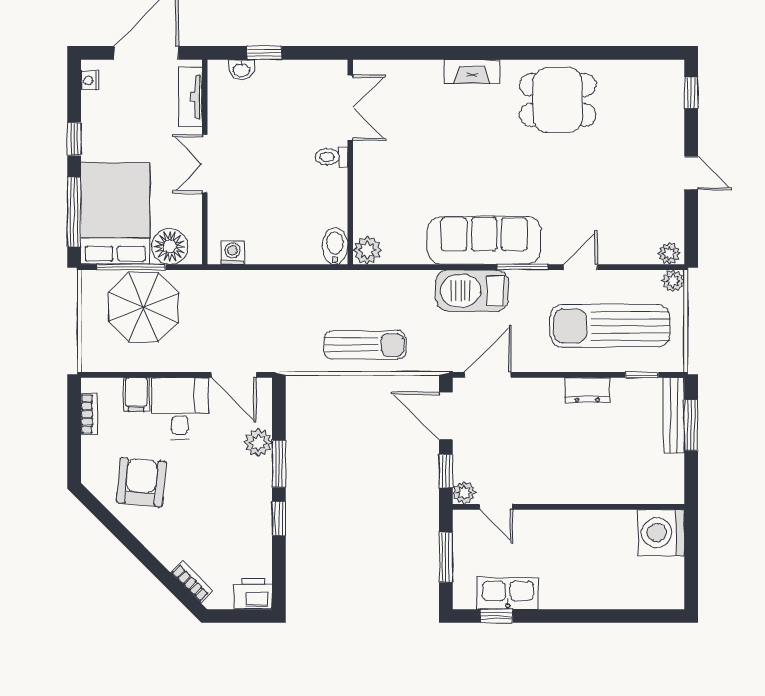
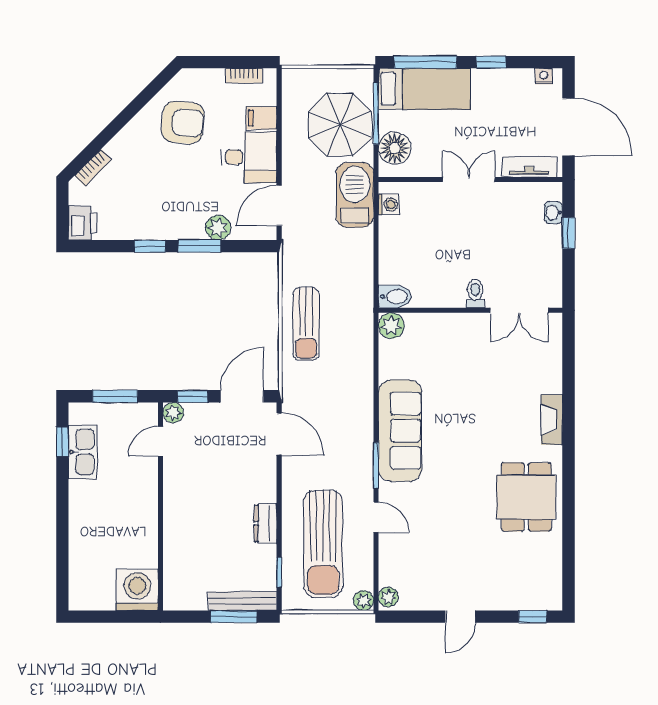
bed: (115, 213) -> (424, 89), width x0.67
barbecue: (472, 291) -> (355, 195), moved
sun lounger: (610, 326) -> (323, 544), turned 180

